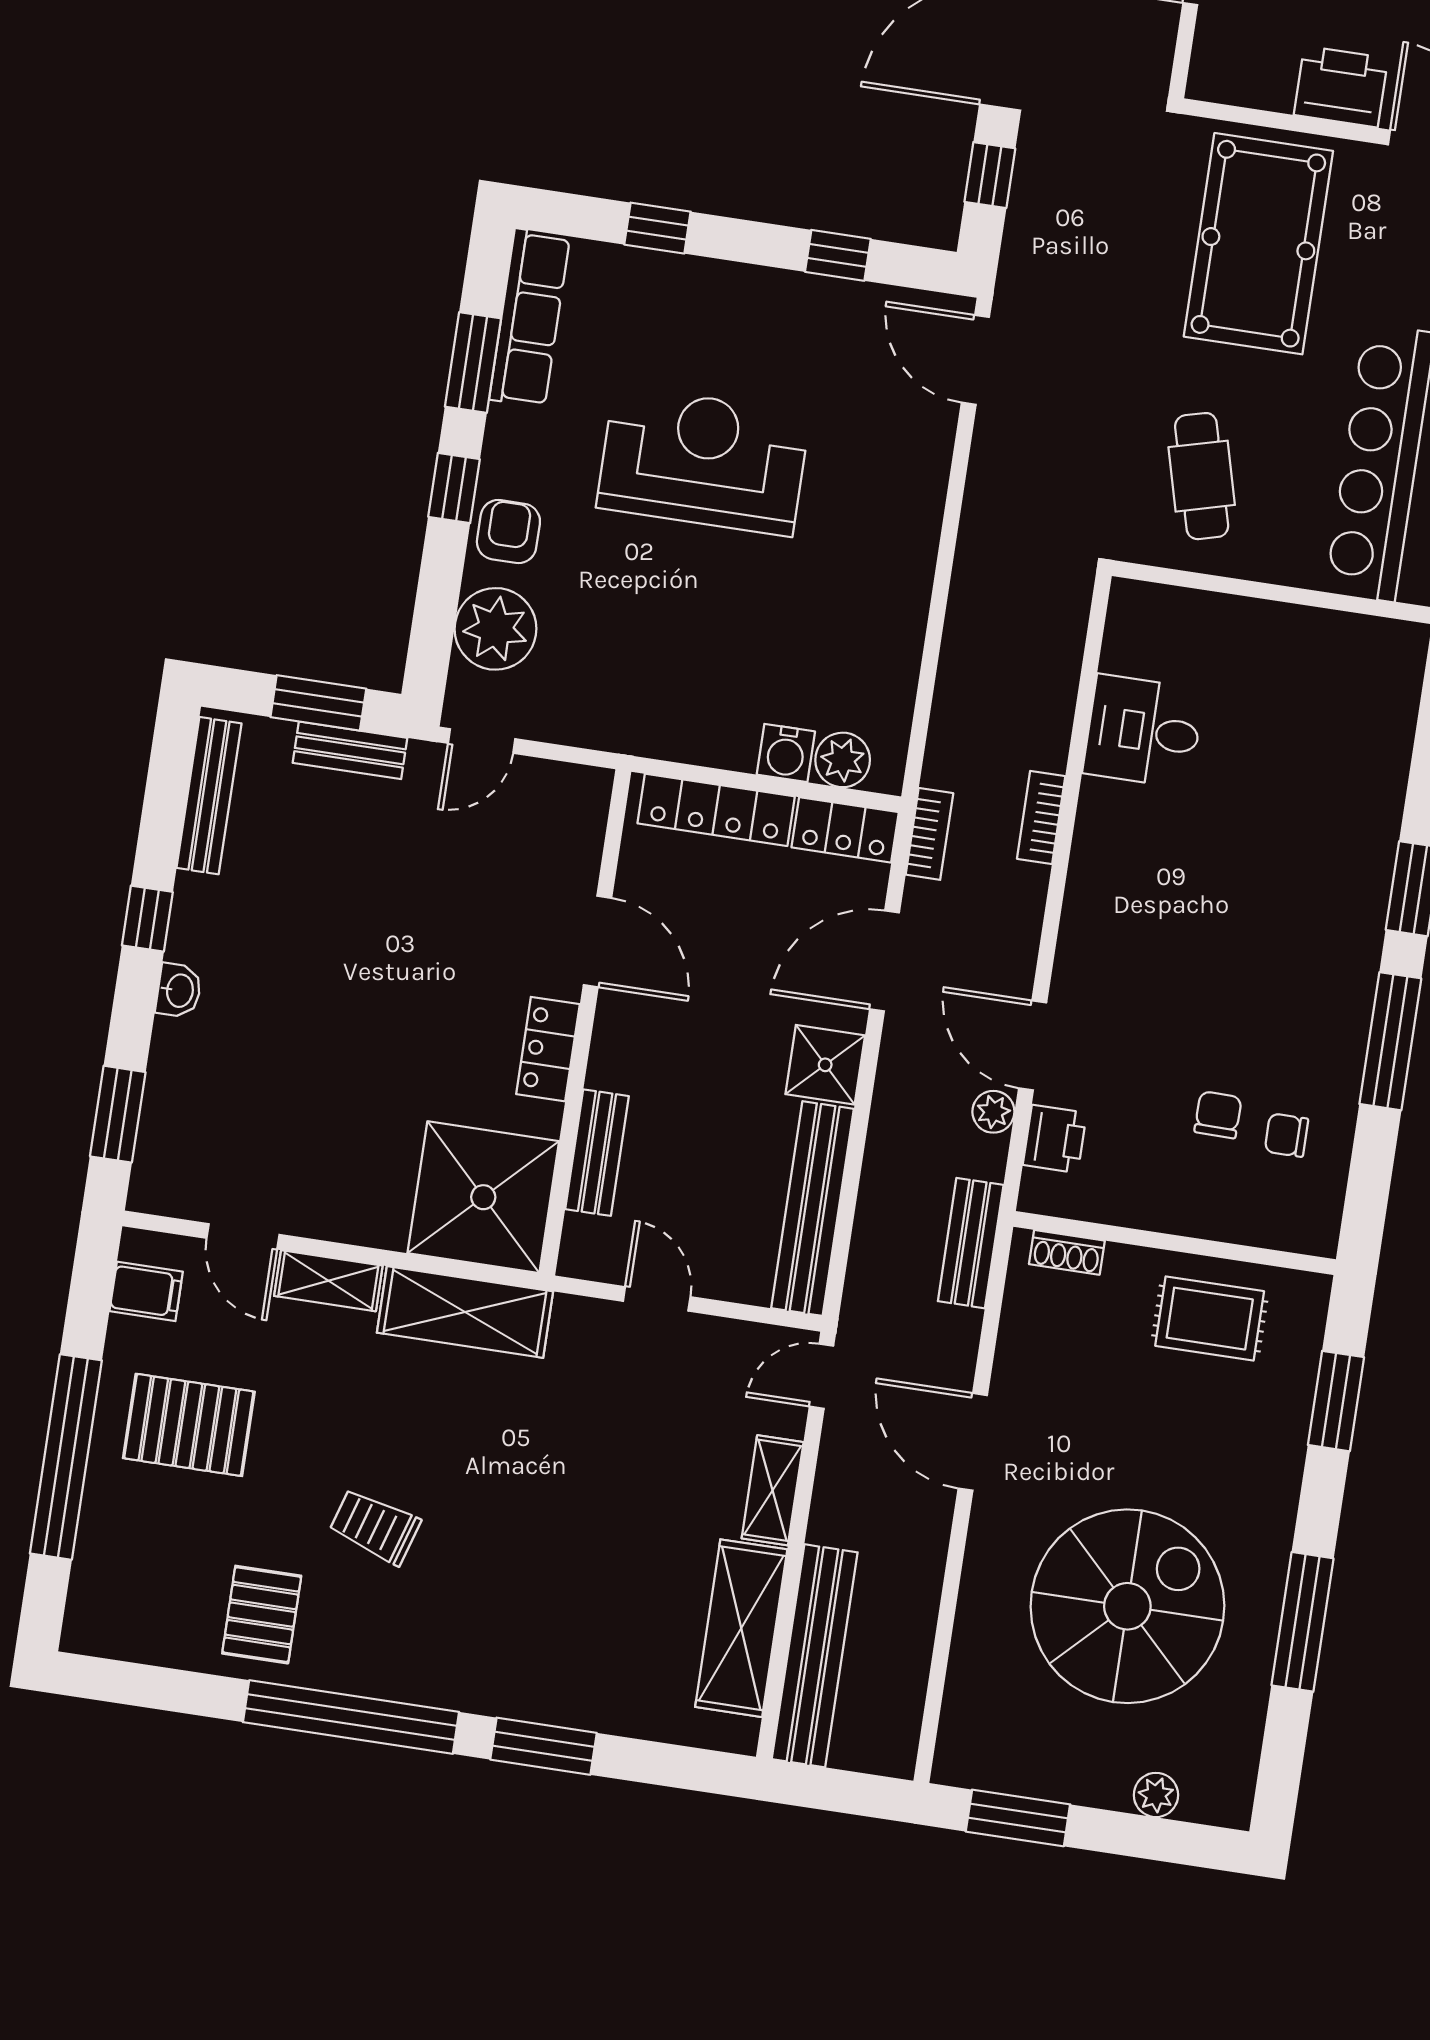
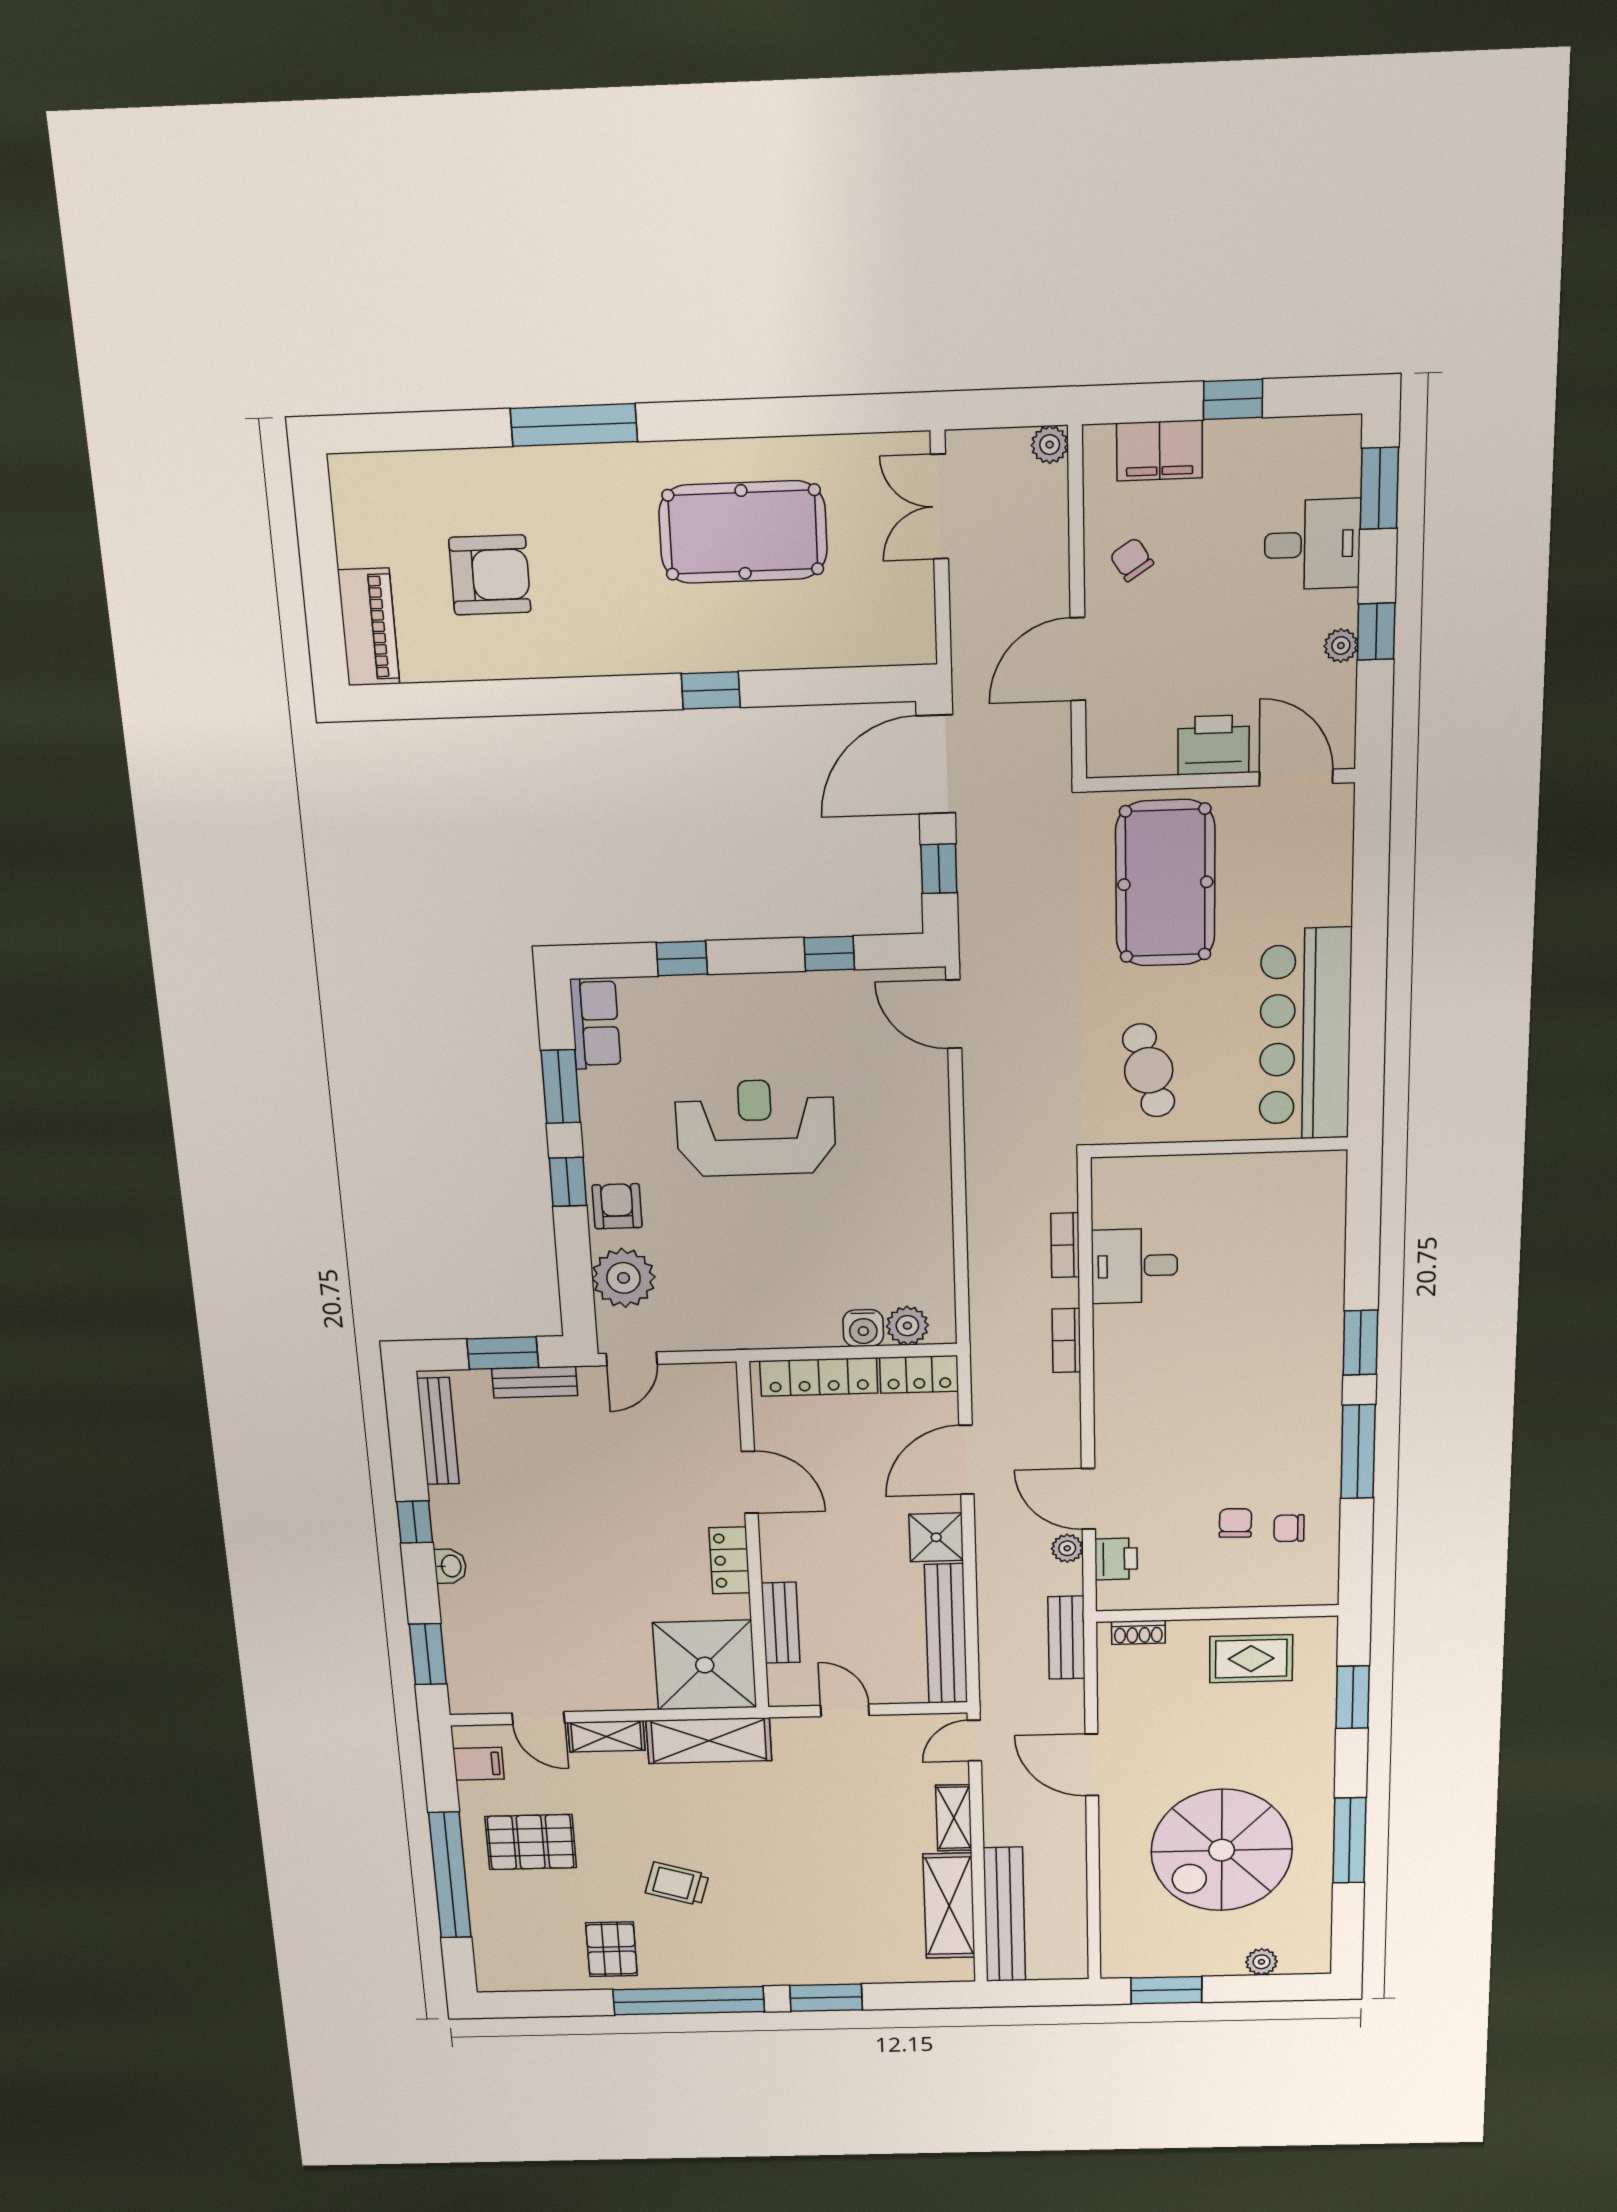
row of seats: (530, 318) -> (595, 1024), width x0.68
bookcase: (929, 834) -> (1065, 1245), moved, turned 180
spiral stairs: (1127, 1606) -> (1222, 1850), turned 180

